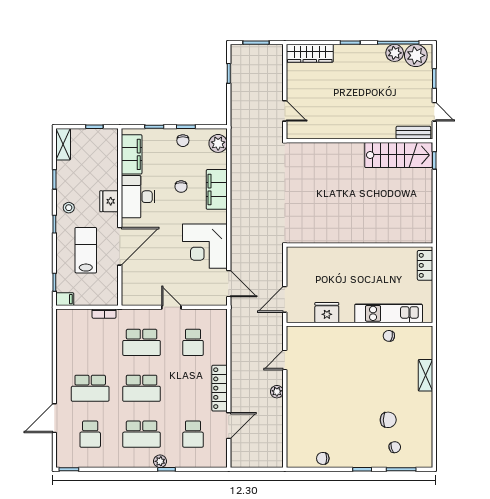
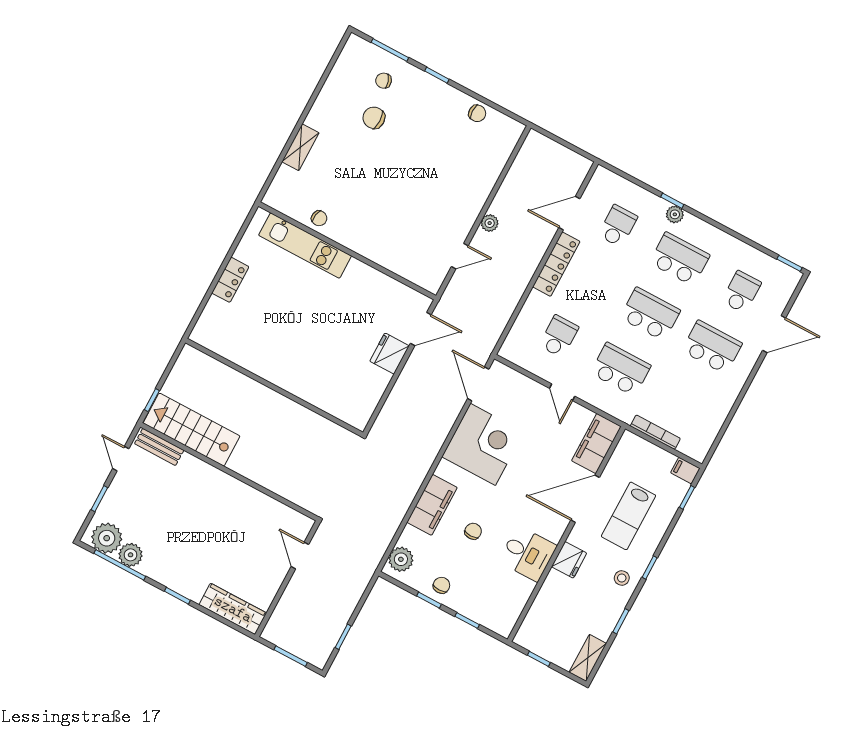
filing cabinet: (132, 154) -> (596, 444), moved
desk: (138, 197) -> (528, 554), width x0.73
wall: (360, 245) -> (274, 388), moved
fridge: (327, 313) -> (390, 354), moved, turned 90
bookcase: (104, 314) -> (655, 432), width x1.56

